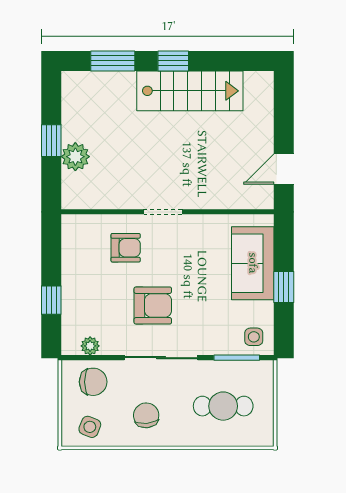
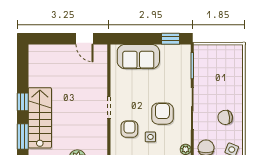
stairs: (190, 91) -> (40, 118), moved
window: (284, 287) -> (170, 39), moved
side table: (254, 337) -> (150, 137), moved
cafe table: (223, 406) -> (220, 73), removed

